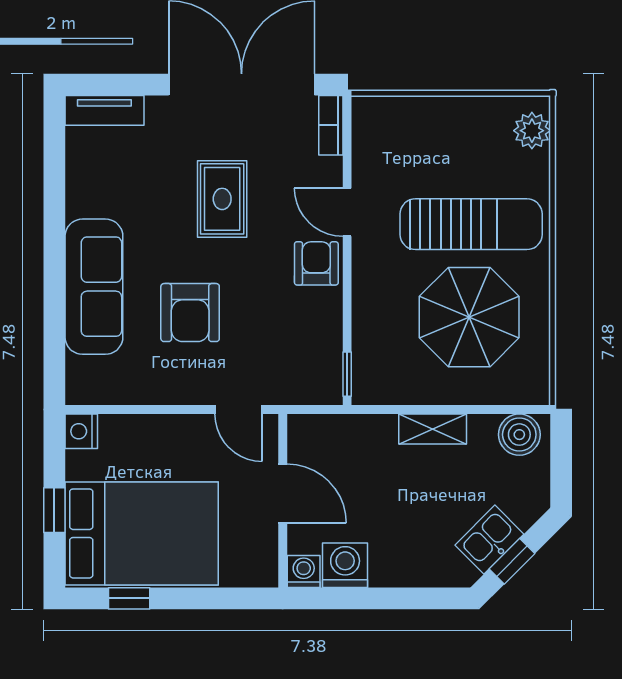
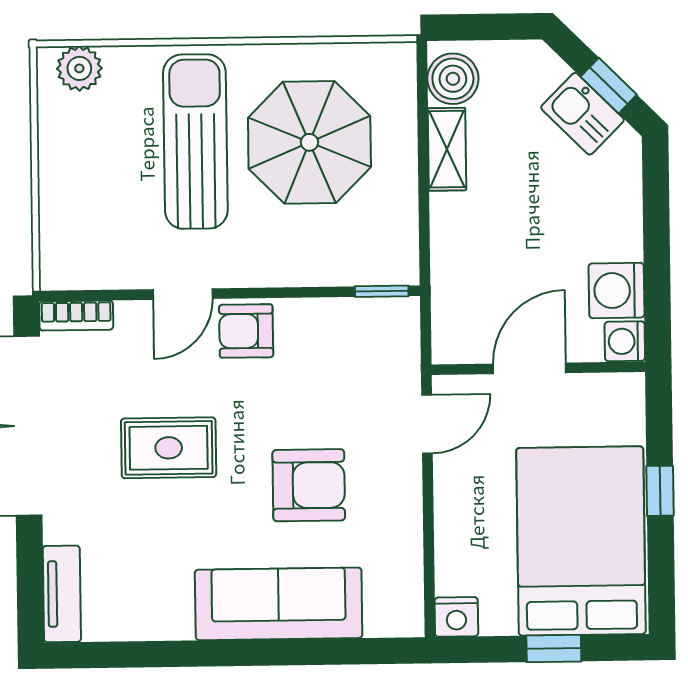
shelving: (433, 429) -> (447, 149), moved
window: (129, 598) -> (660, 491), moved

